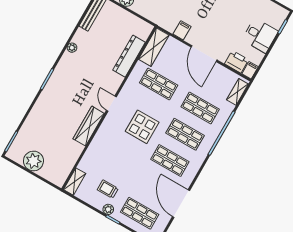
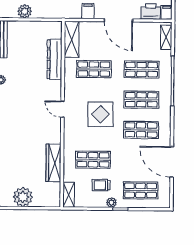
wardrobe: (89, 126) -> (54, 163), moved
shop shelf: (113, 163) -> (93, 160), added

